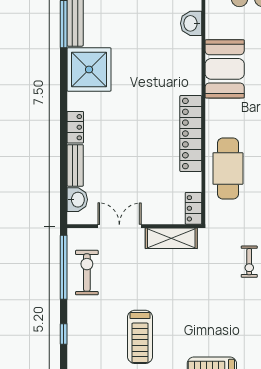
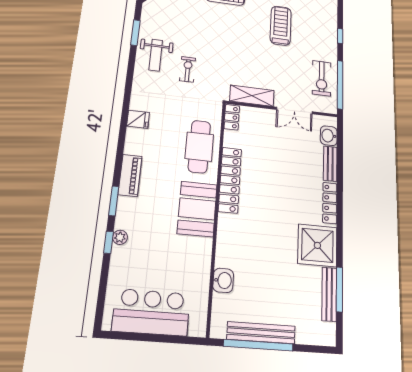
booth: (225, 69) -> (197, 209), moved
locker: (75, 127) -> (330, 203), width x1.53

